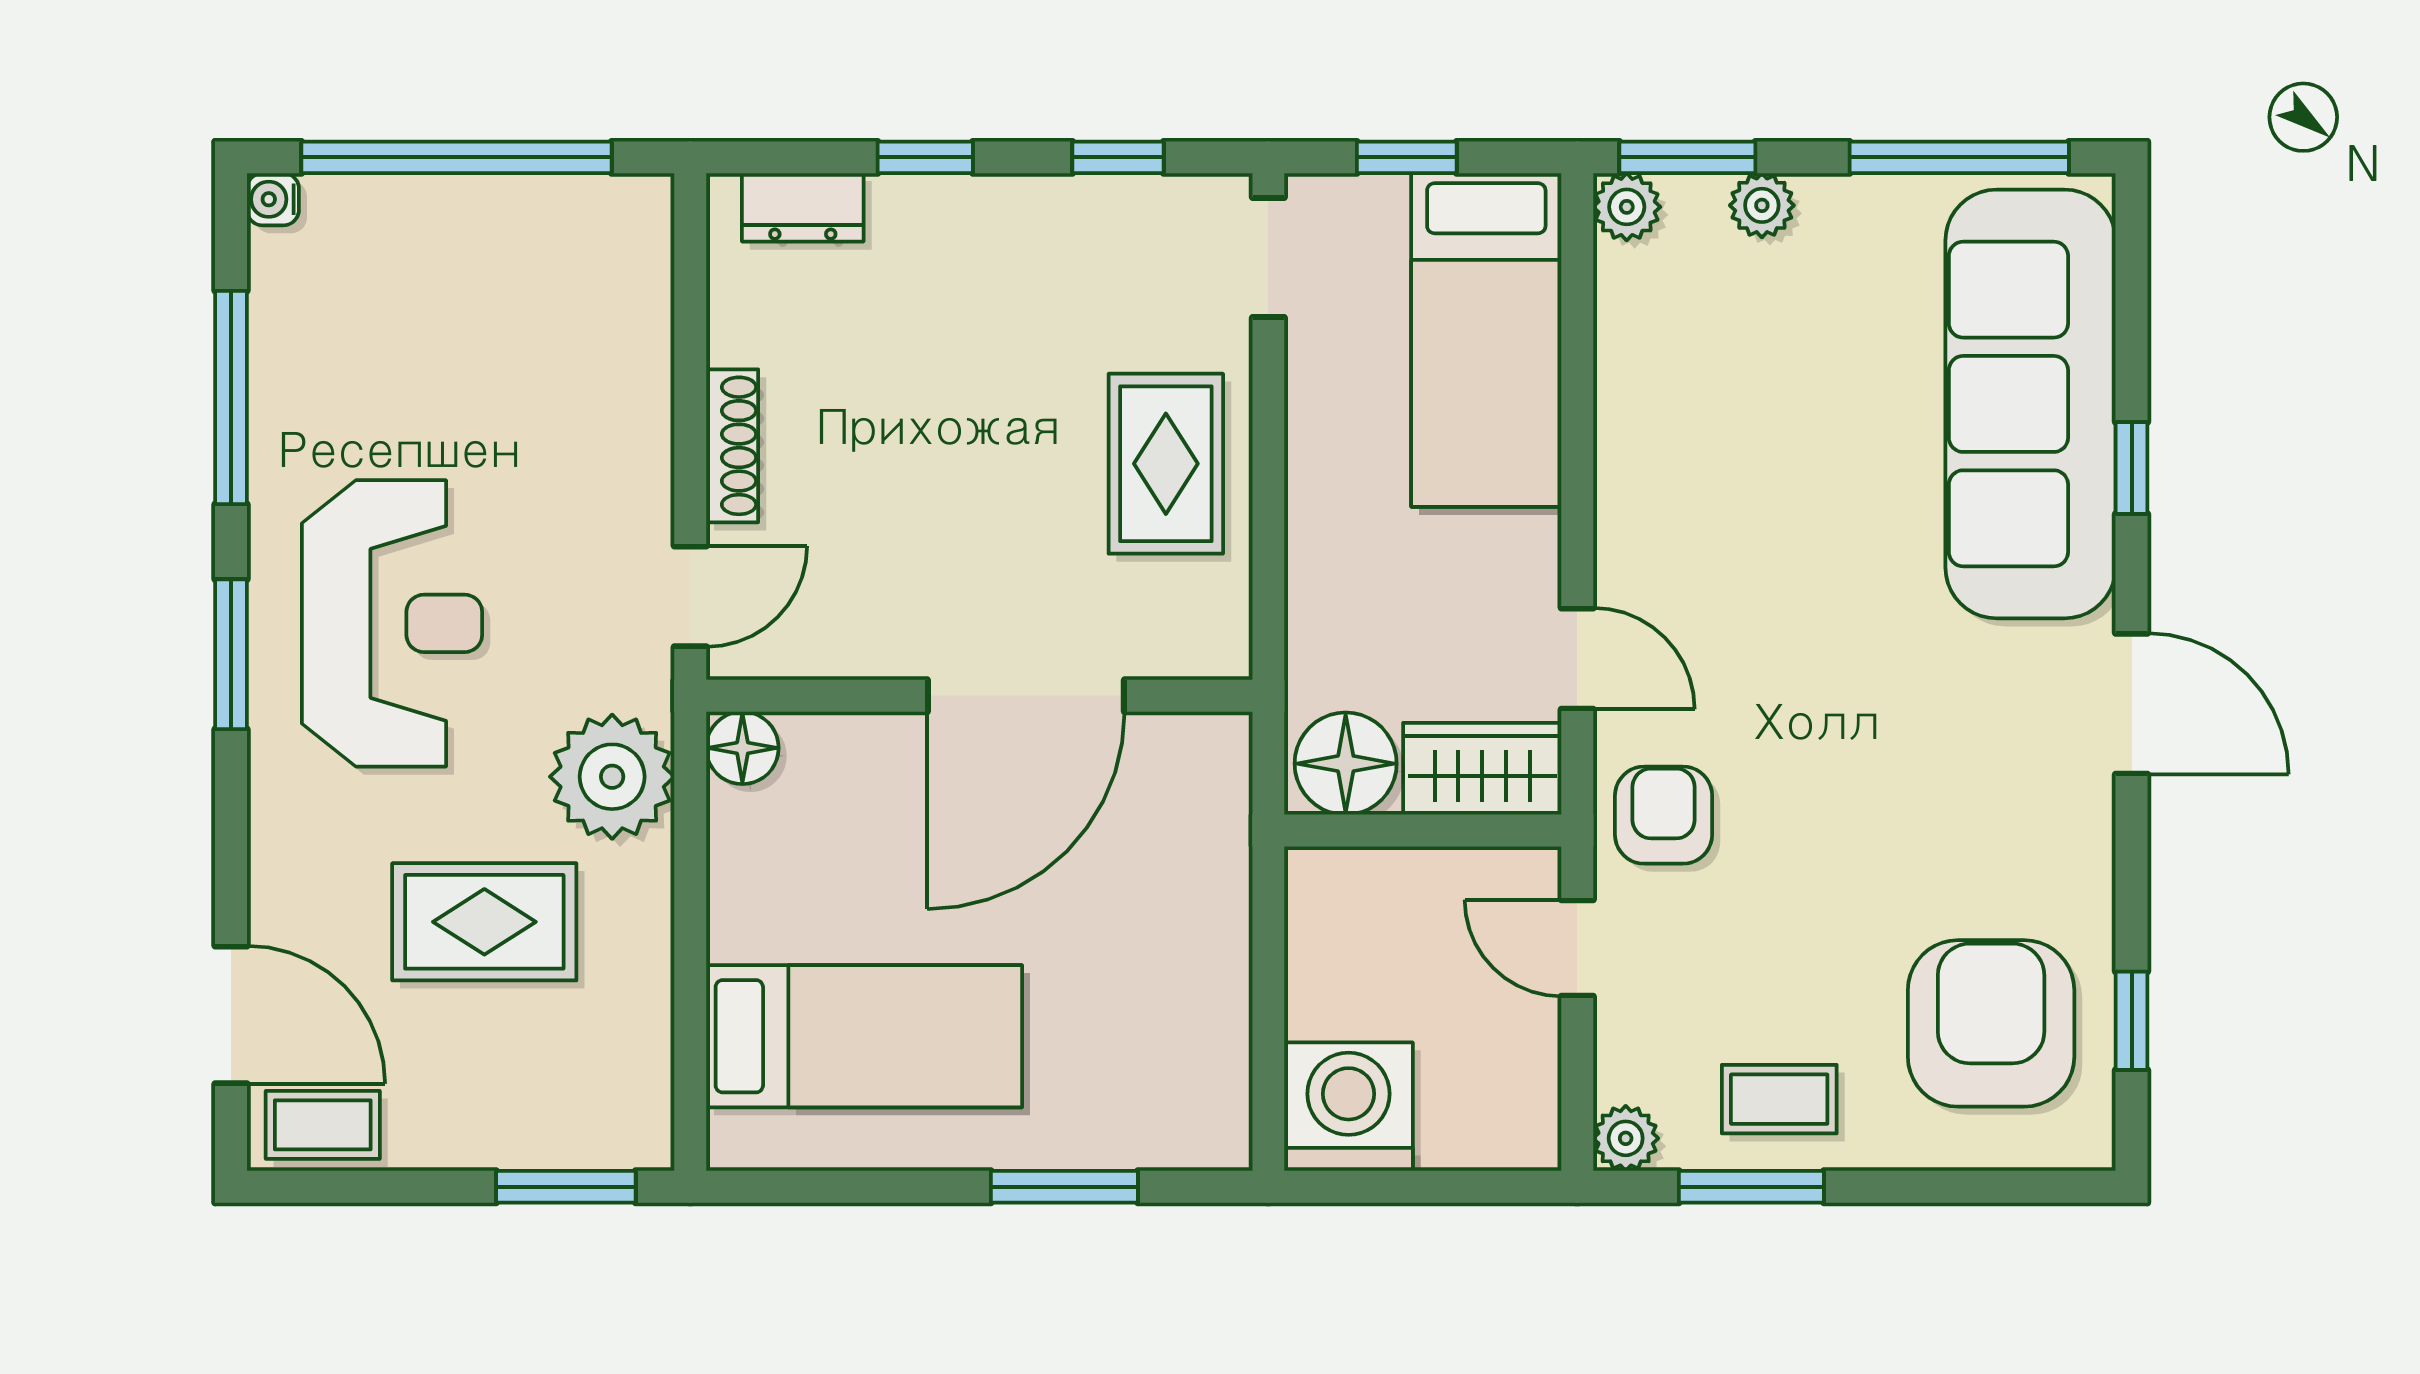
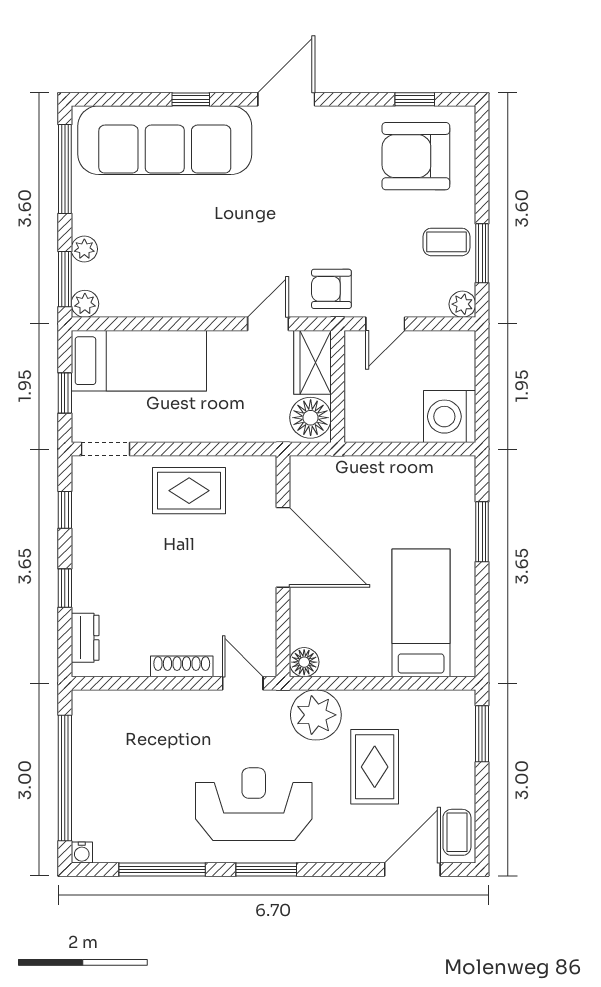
coffee table: (1779, 1099) -> (447, 242), turned 90

